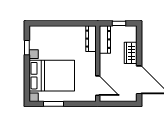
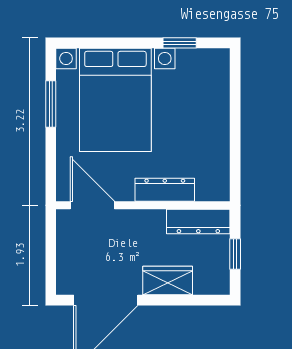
dresser: (91, 39) -> (165, 190), moved
door: (98, 86) -> (92, 205), swing flipped

